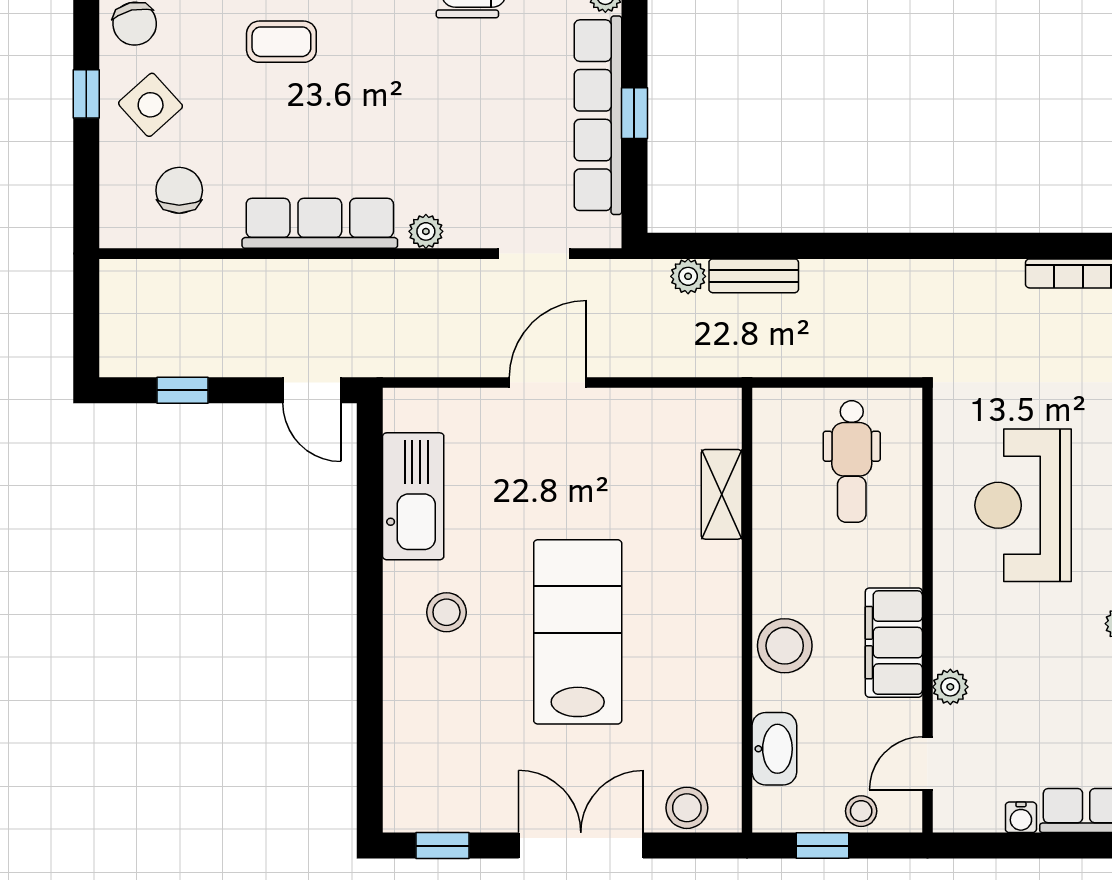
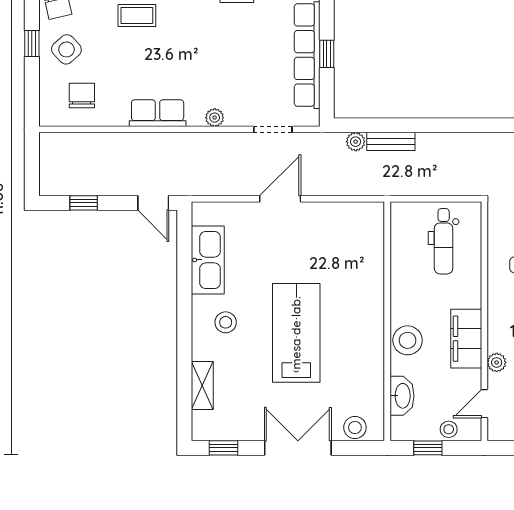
row of seats: (320, 223) -> (158, 113), width x0.68
shelving: (722, 494) -> (202, 385), moved

